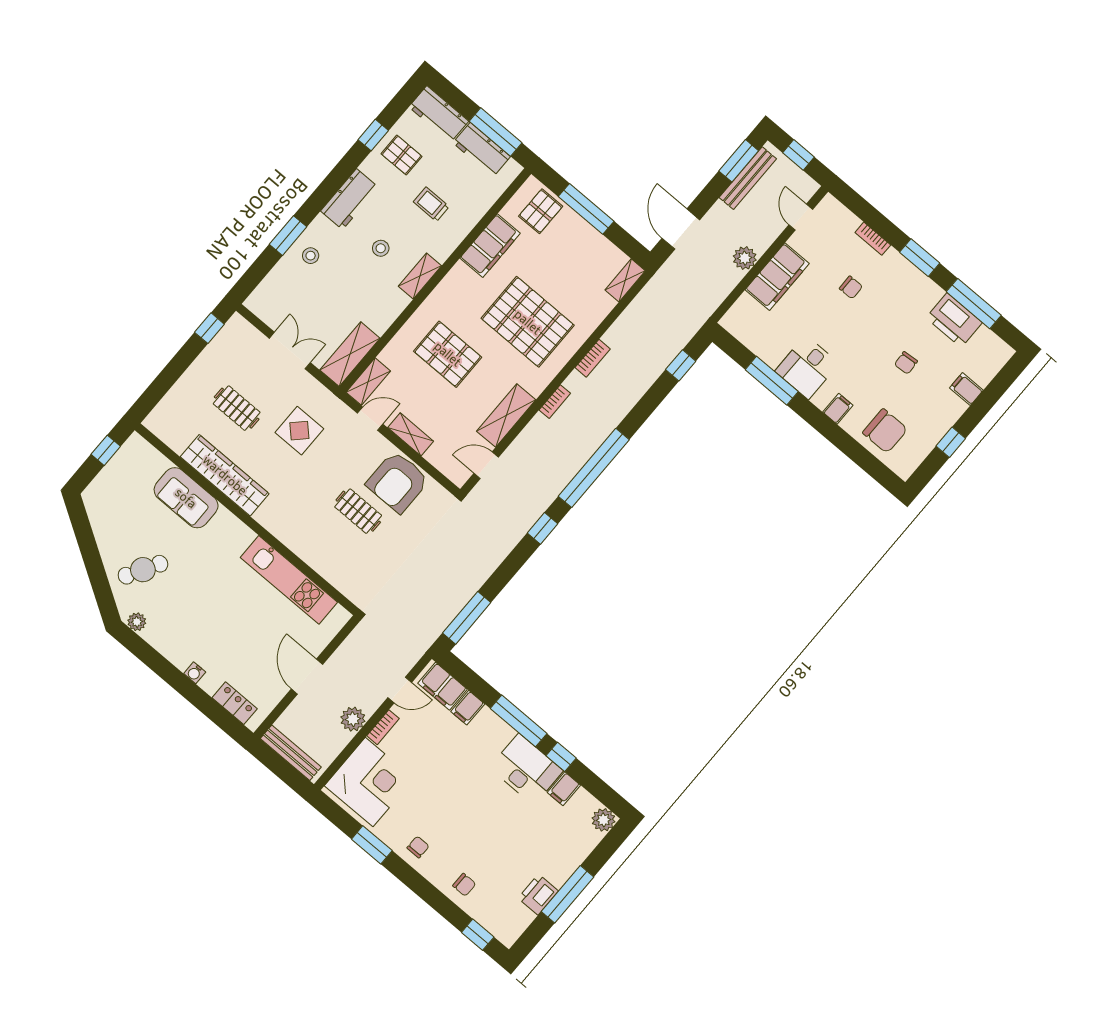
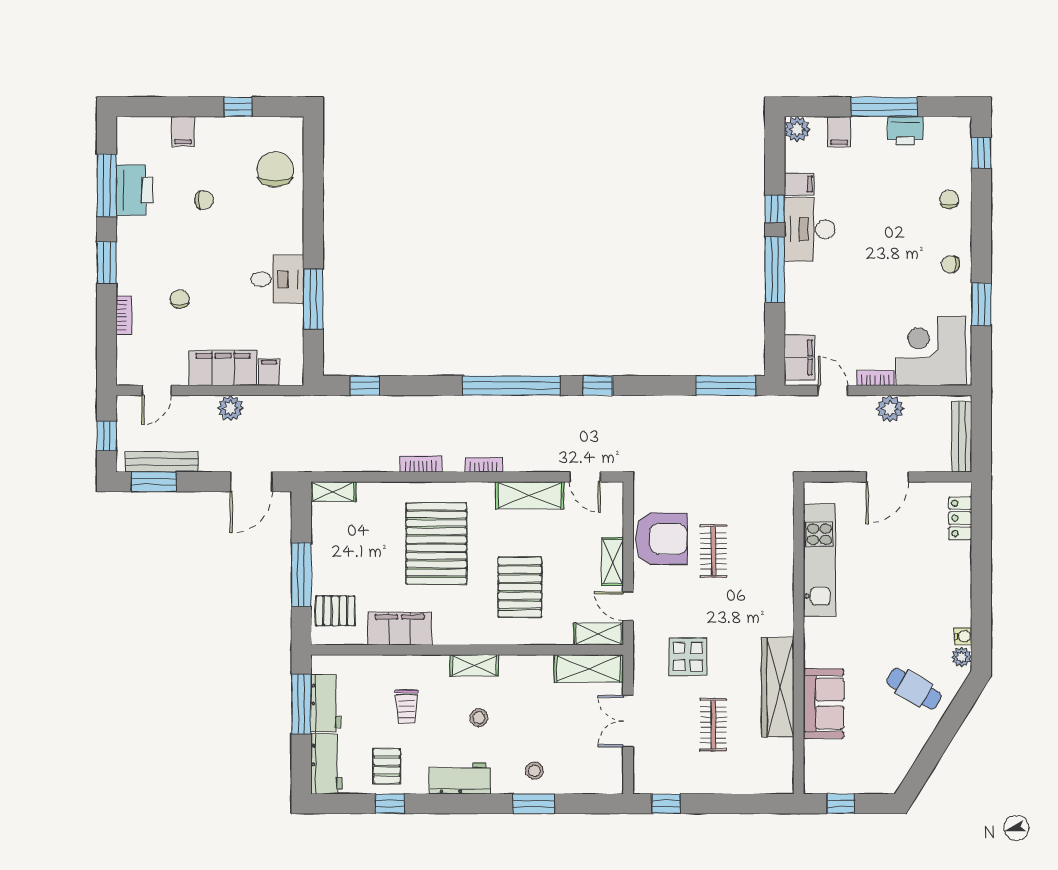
filing cabinet: (838, 409) -> (269, 372), moved, turned 90
water cooler: (195, 673) -> (963, 636), moved
filing cabinet: (468, 708) -> (839, 132), moved, turned 90

